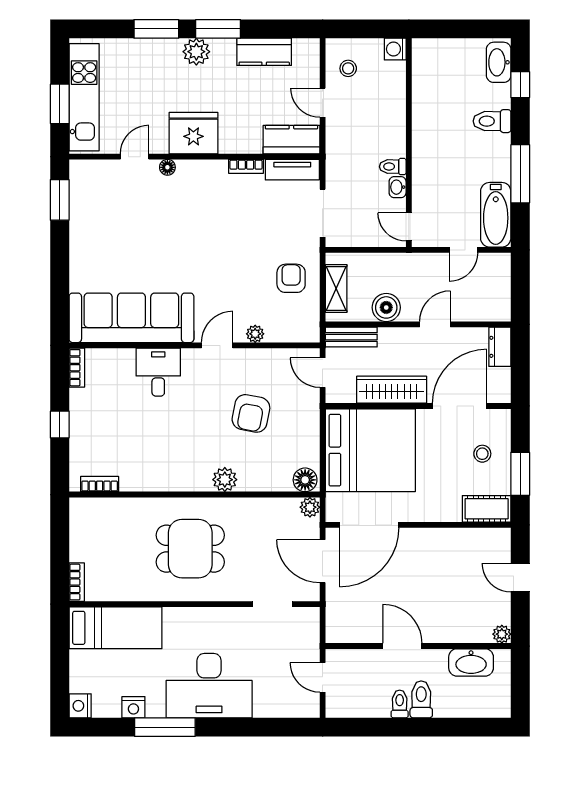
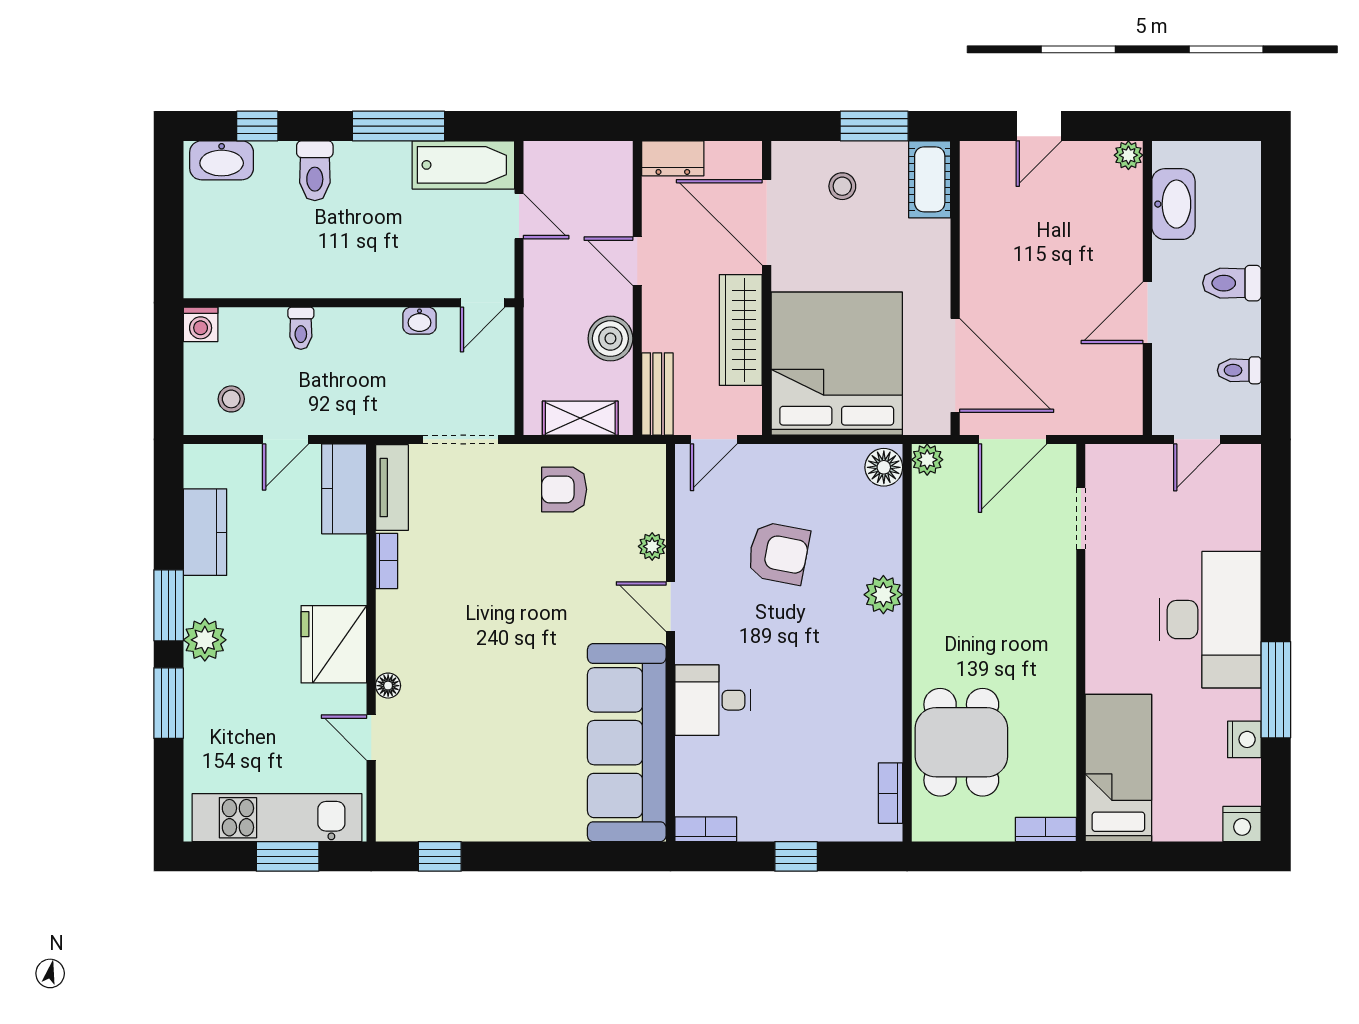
toilet: (393, 167) -> (301, 328), moved
window: (60, 200) -> (440, 856), width x0.67
dining table: (190, 549) -> (961, 742), moved
toilet: (400, 704) -> (1239, 370), moved

